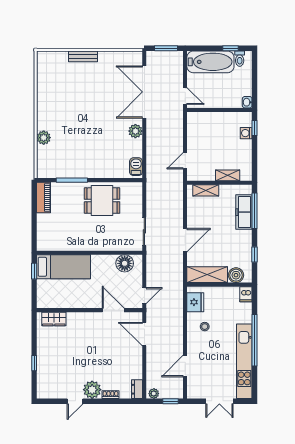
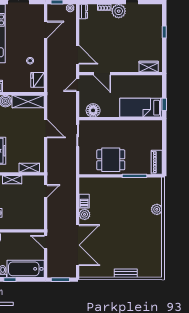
barbecue: (136, 167) -> (84, 201), moved
door: (185, 240) -> (46, 129), swing flipped

